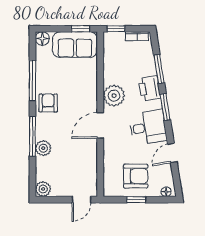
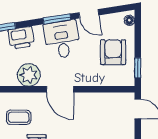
coffee table: (74, 86) -> (19, 117), added
window: (165, 107) -> (57, 19), moved
window: (136, 200) -> (138, 68), moved

